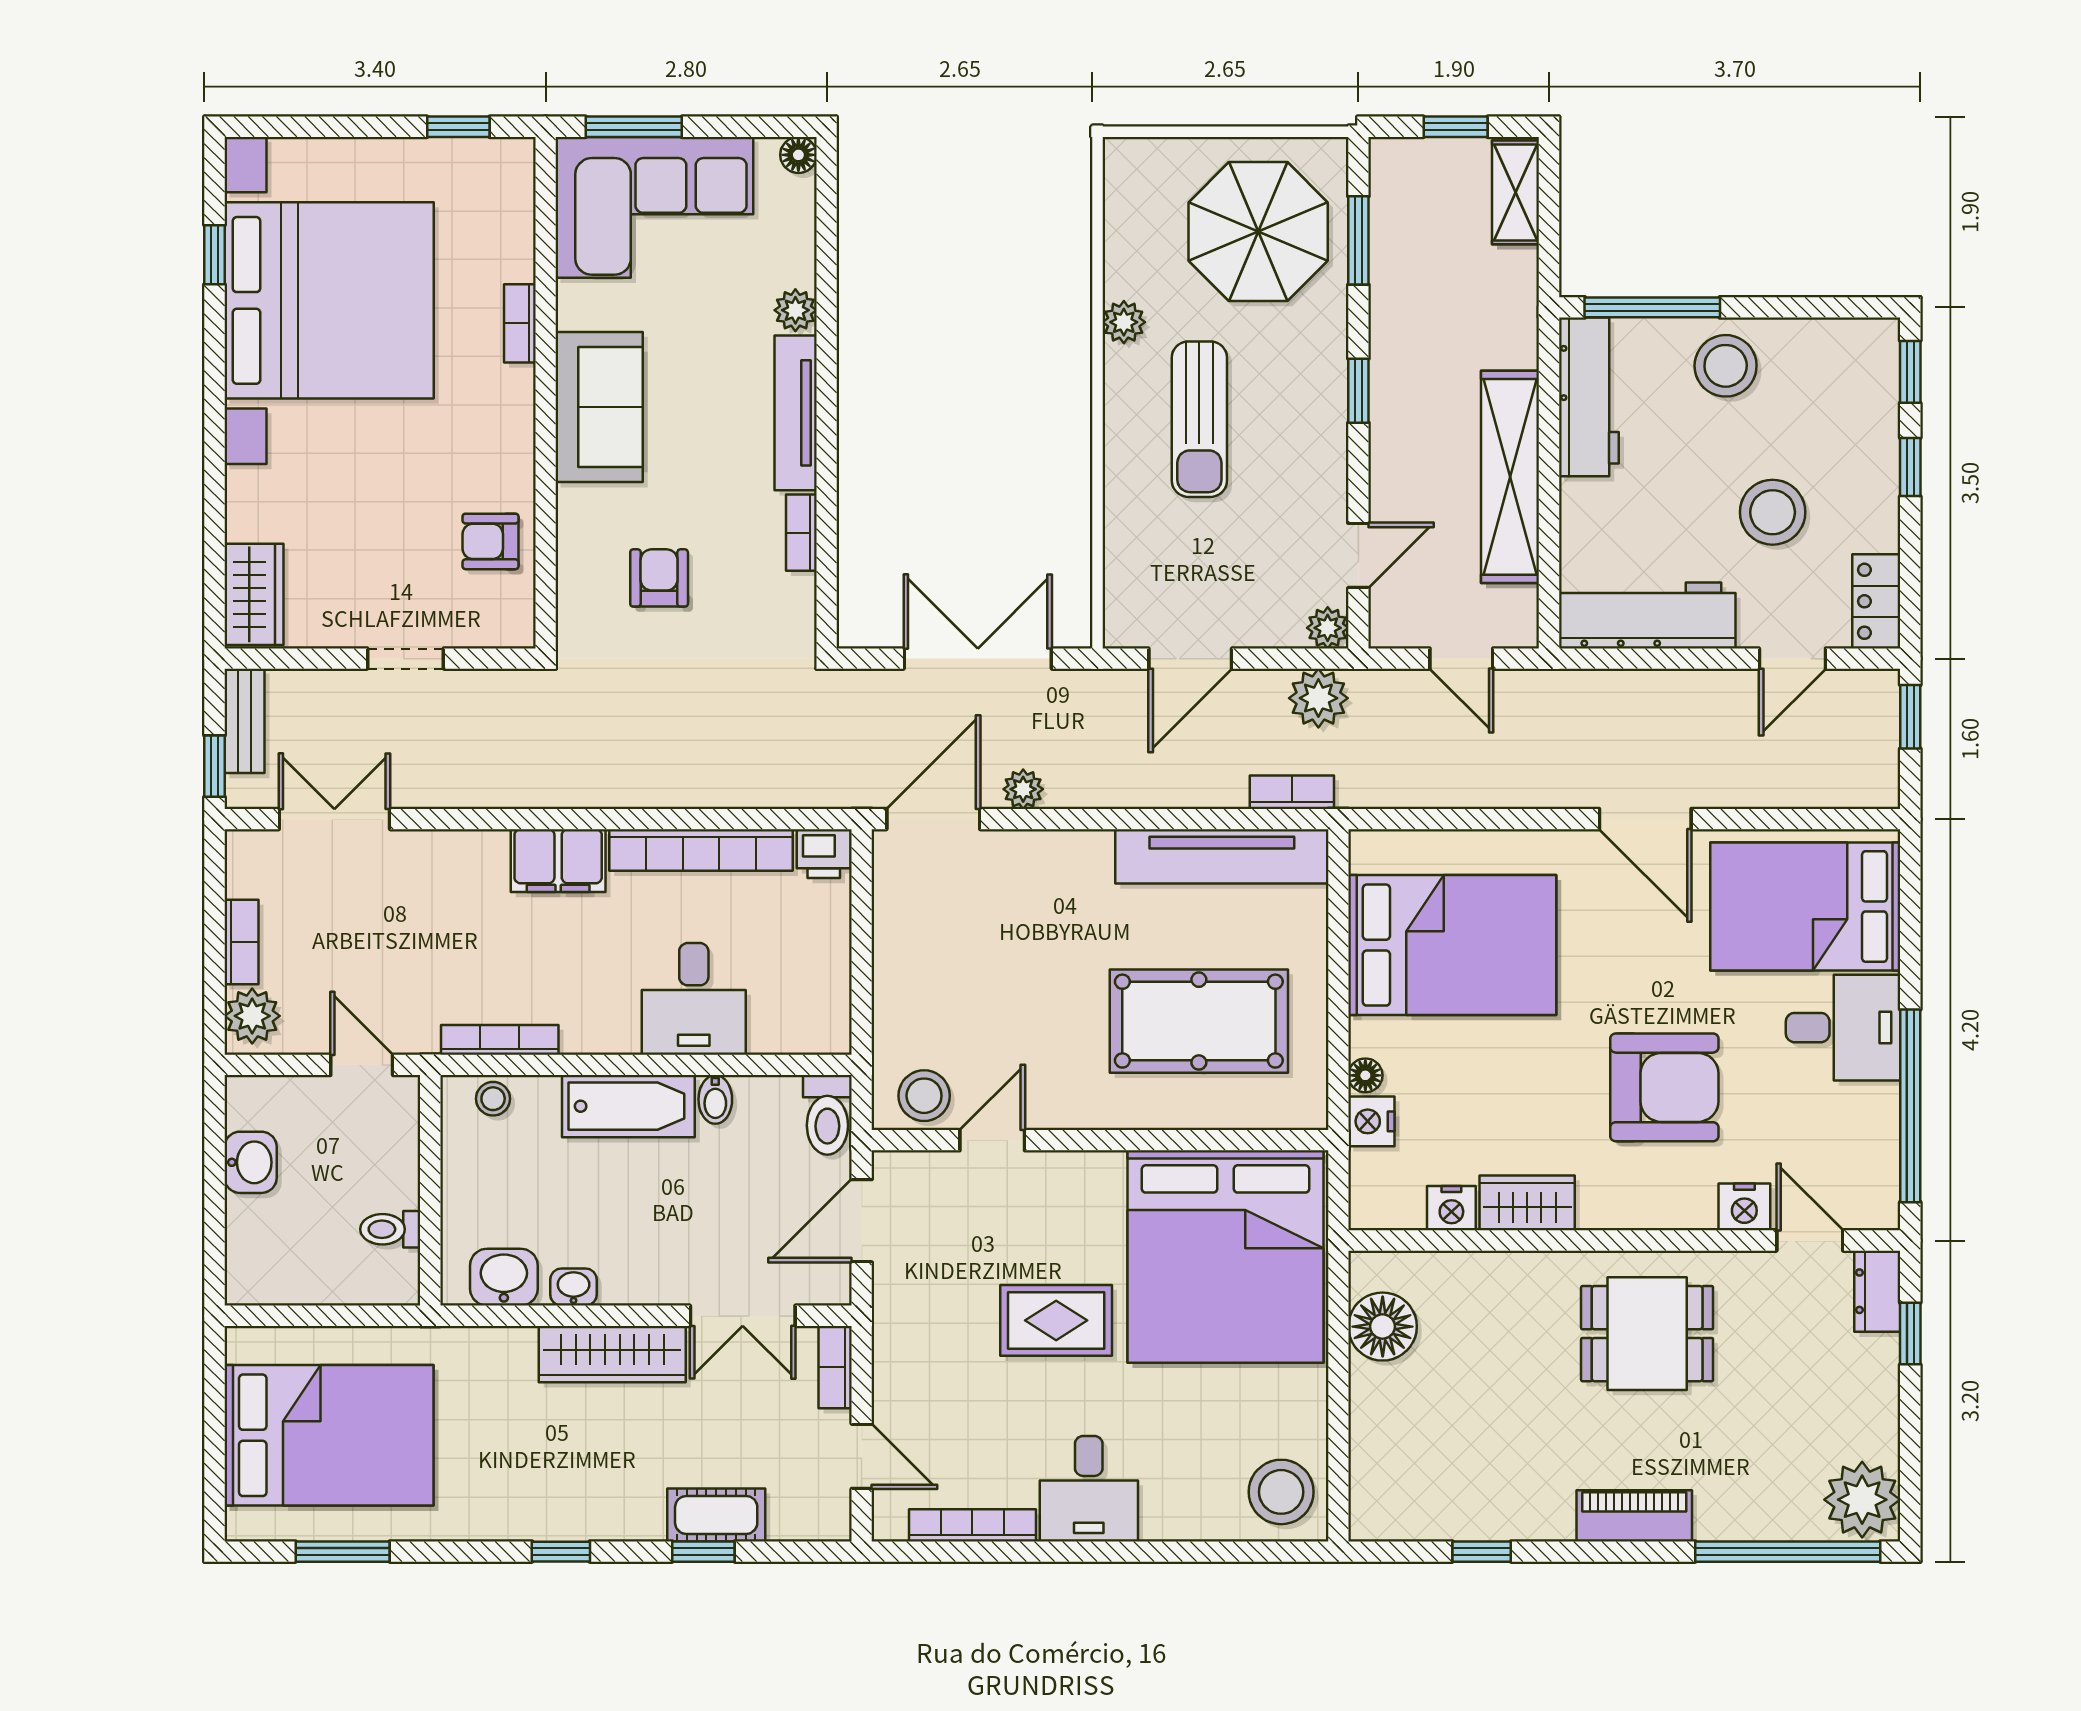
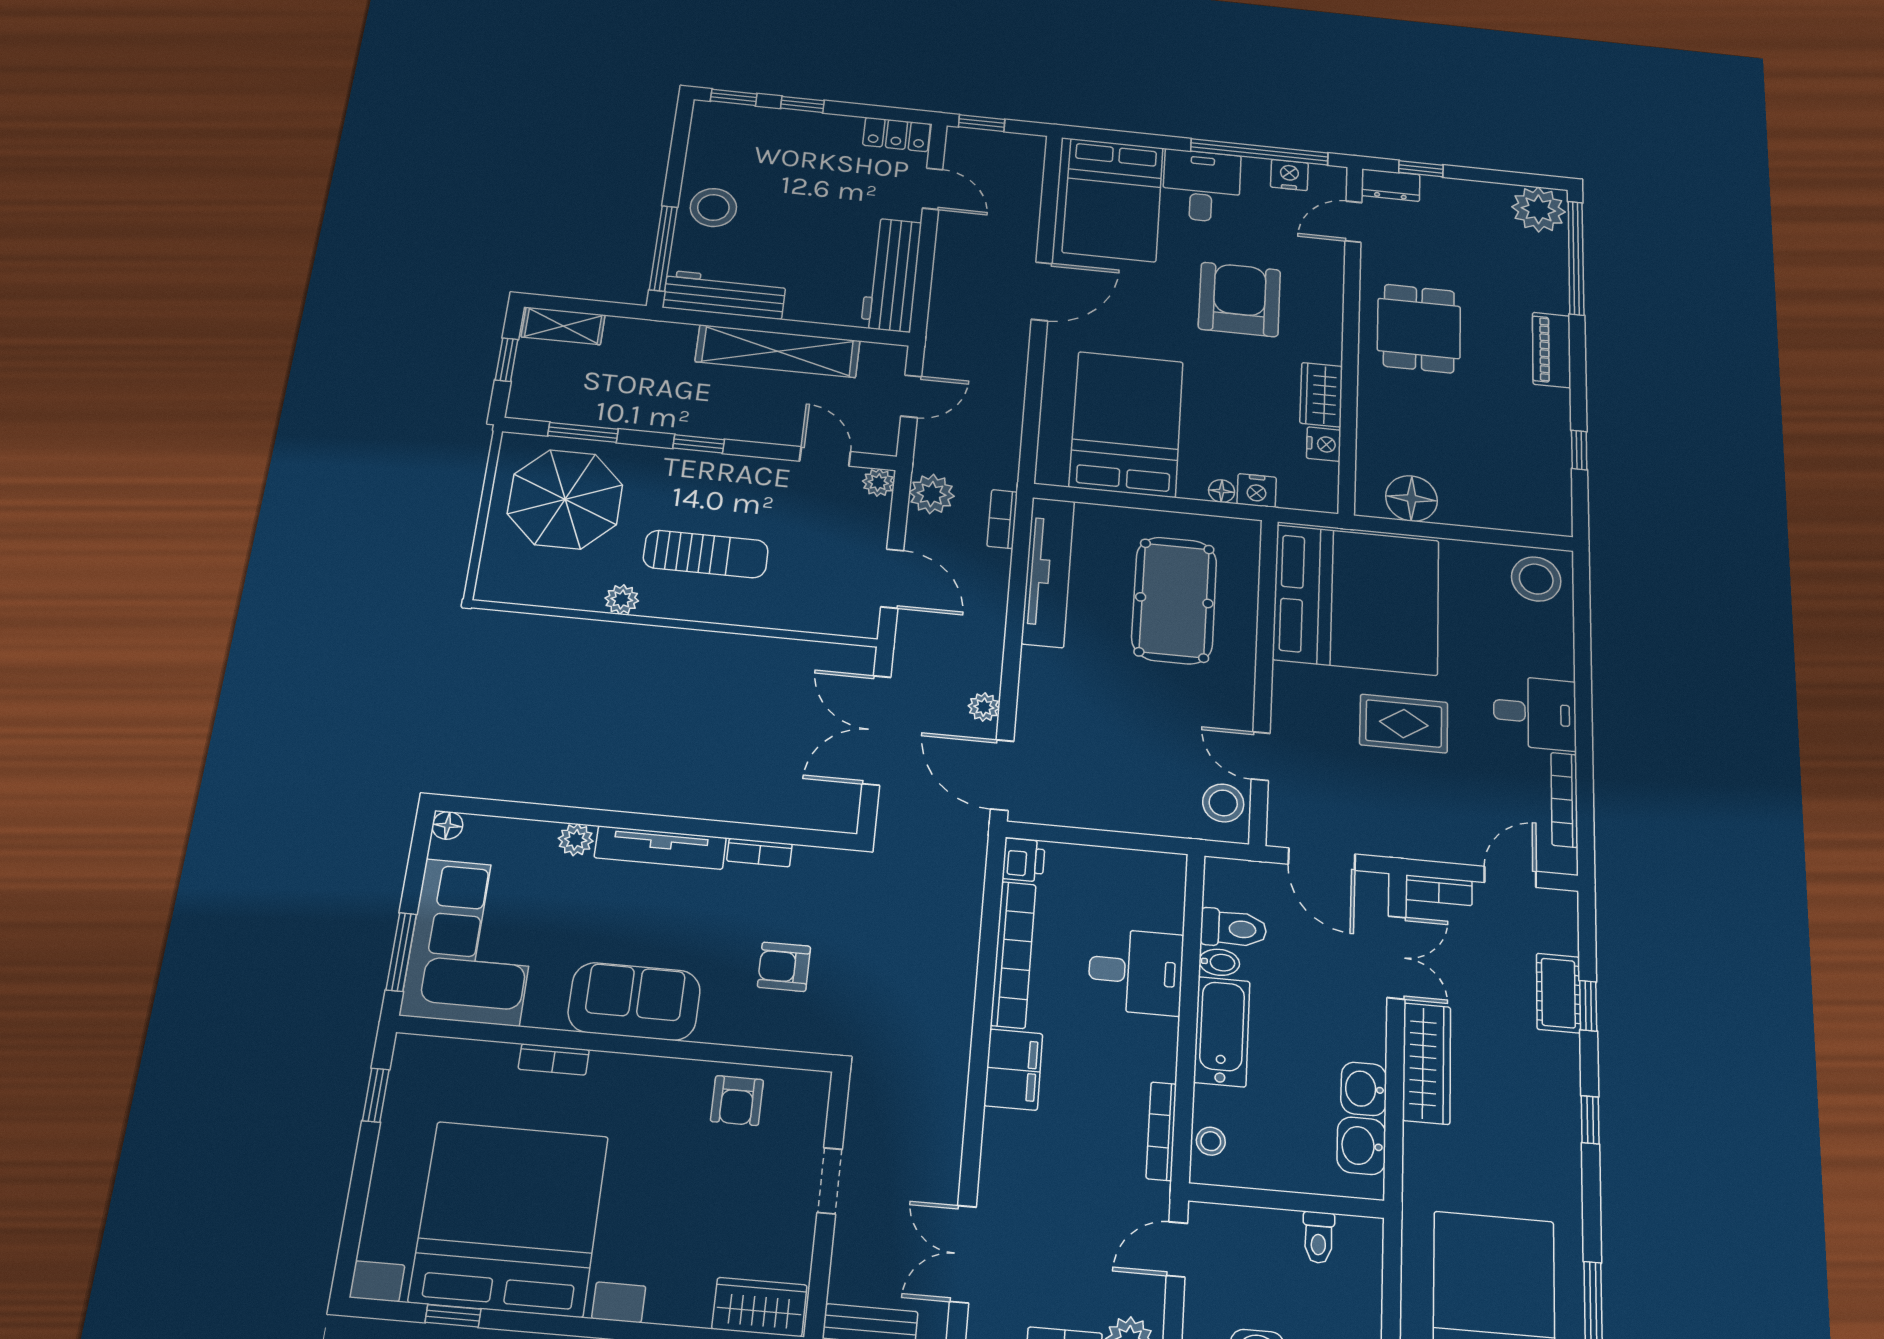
stool: (1773, 512) -> (825, 190), removed
toilet: (827, 1115) -> (1233, 929), moved
nightstand: (1744, 1207) -> (1289, 175), moved, turned -90
washbasin: (574, 1287) -> (1364, 1089), width x1.38, depth x1.45
rug: (1056, 1320) -> (1404, 724), turned 90

